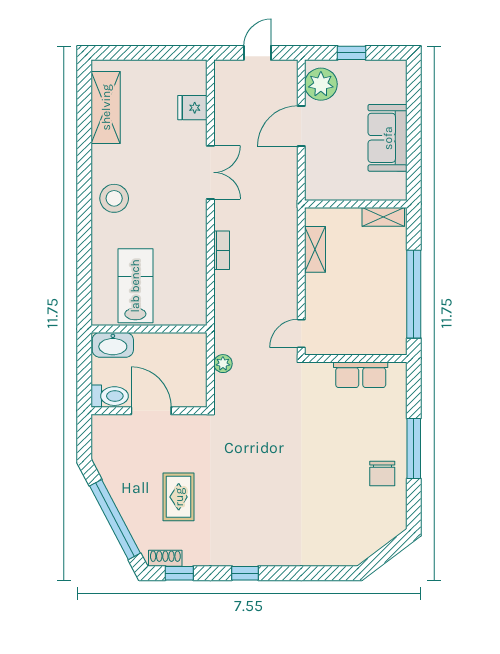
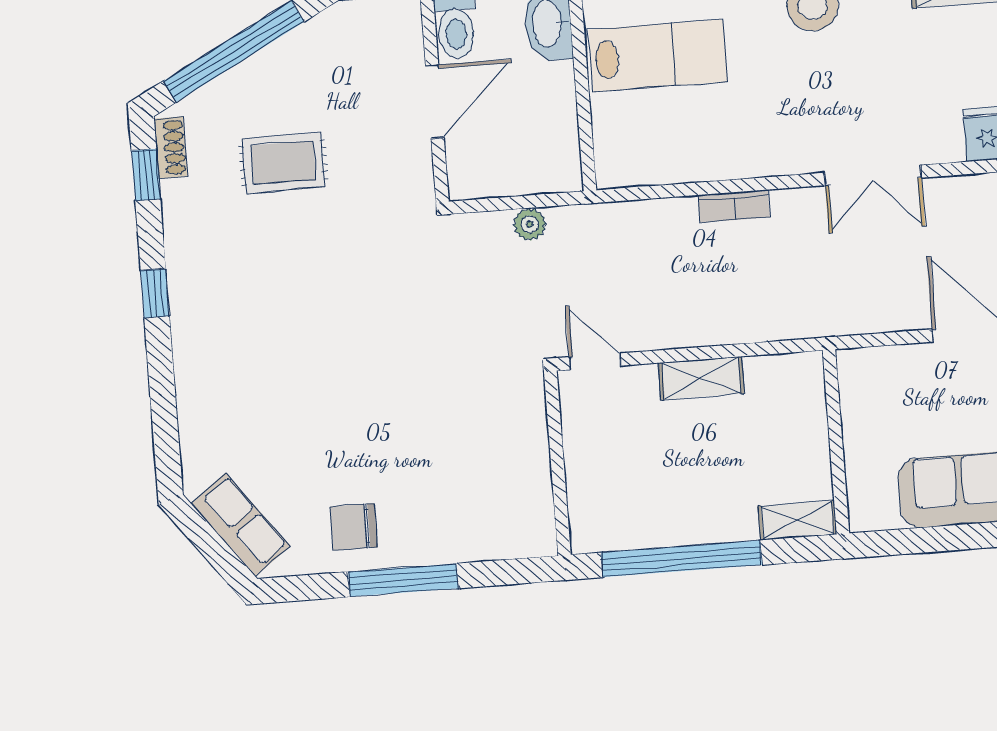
shelving: (383, 217) -> (797, 520), moved, turned 90
shelving: (315, 249) -> (701, 378), moved
row of seats: (361, 375) -> (240, 525), moved, turned 143

